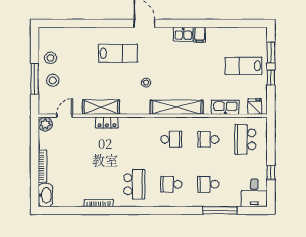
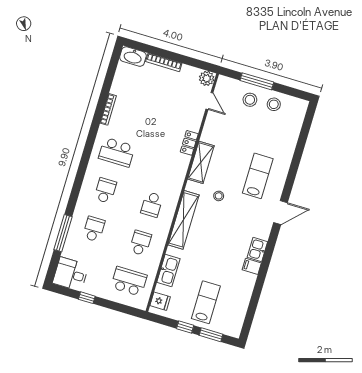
lab bench: (118, 53) -> (258, 176), turned 180
shelving: (101, 107) -> (201, 162), moved

